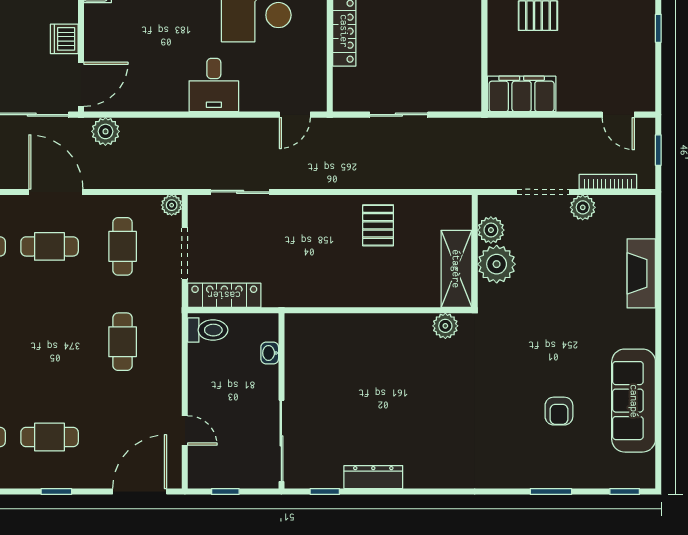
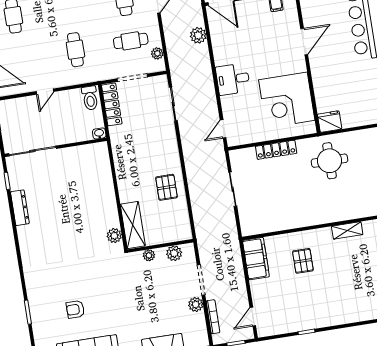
door: (295, 115) -> (223, 129), hinge flipped
plant: (105, 131) -> (198, 35), moved
plant: (172, 205) -> (157, 53), moved
pallet: (378, 225) -> (166, 187), turned 90
plant: (497, 264) -> (149, 255), width x0.53, depth x0.53
shelving: (456, 269) -> (133, 225), moved, turned 90
cafe table: (123, 342) -> (75, 50), turned 90
washbasin: (270, 353) -> (99, 134), moved
door: (185, 430) -> (45, 92), moved

